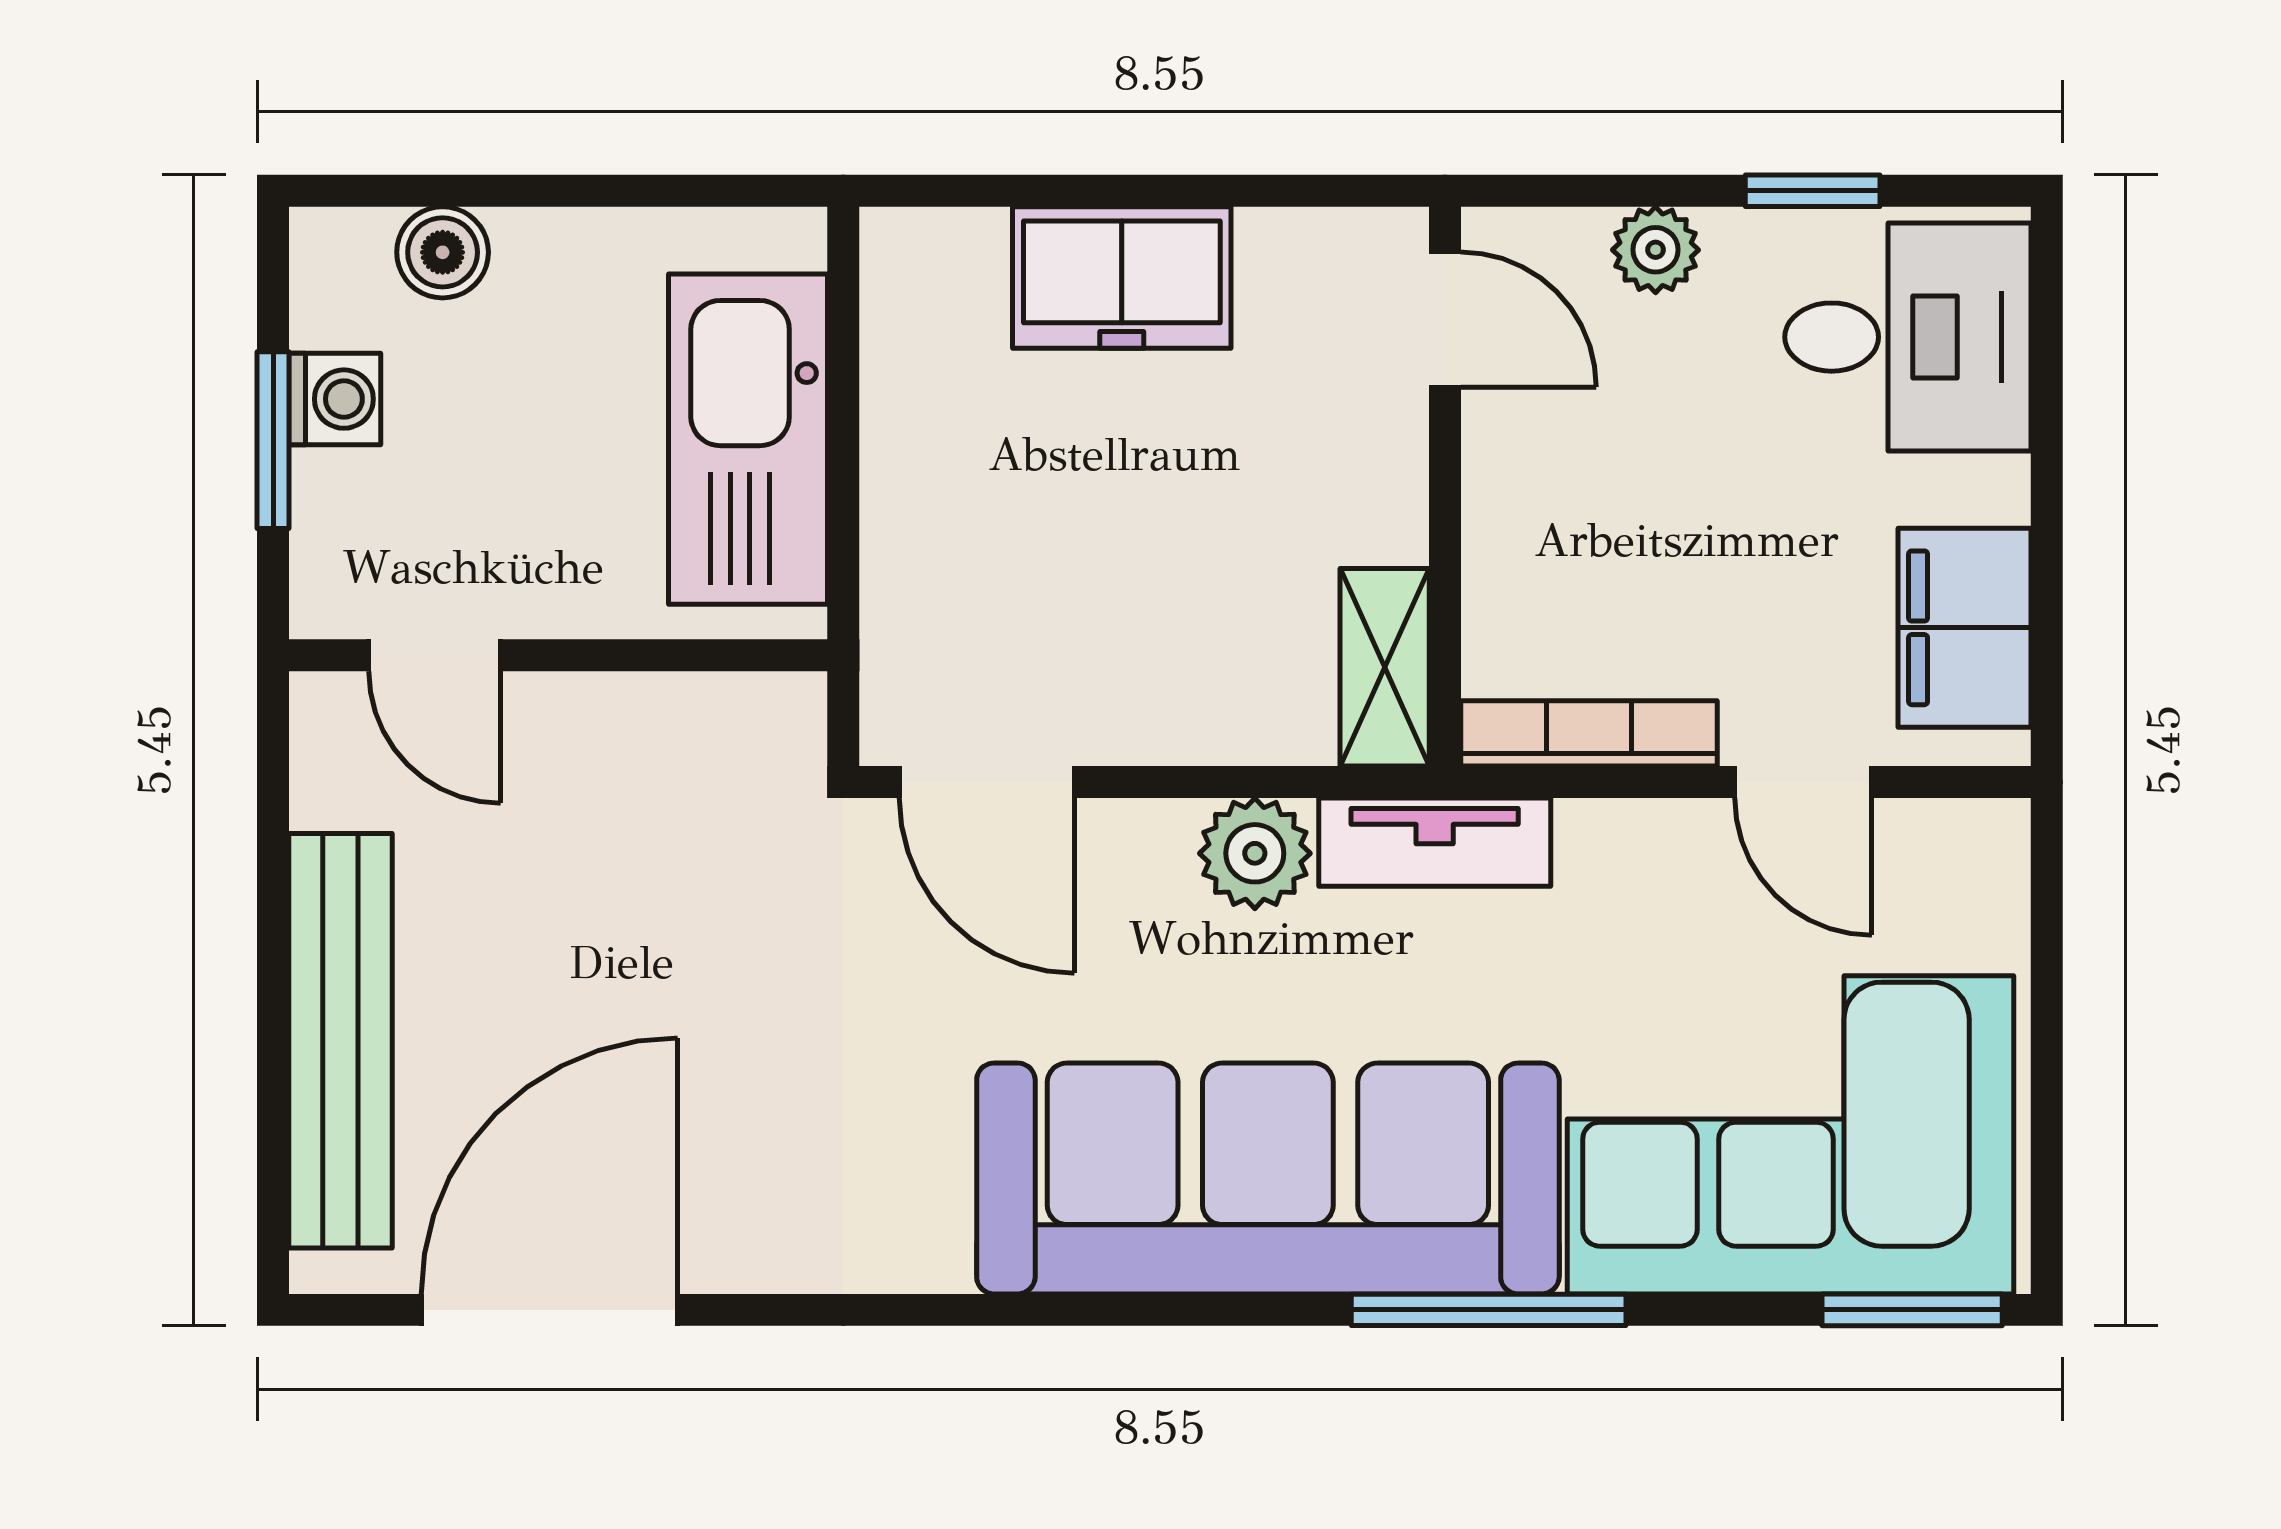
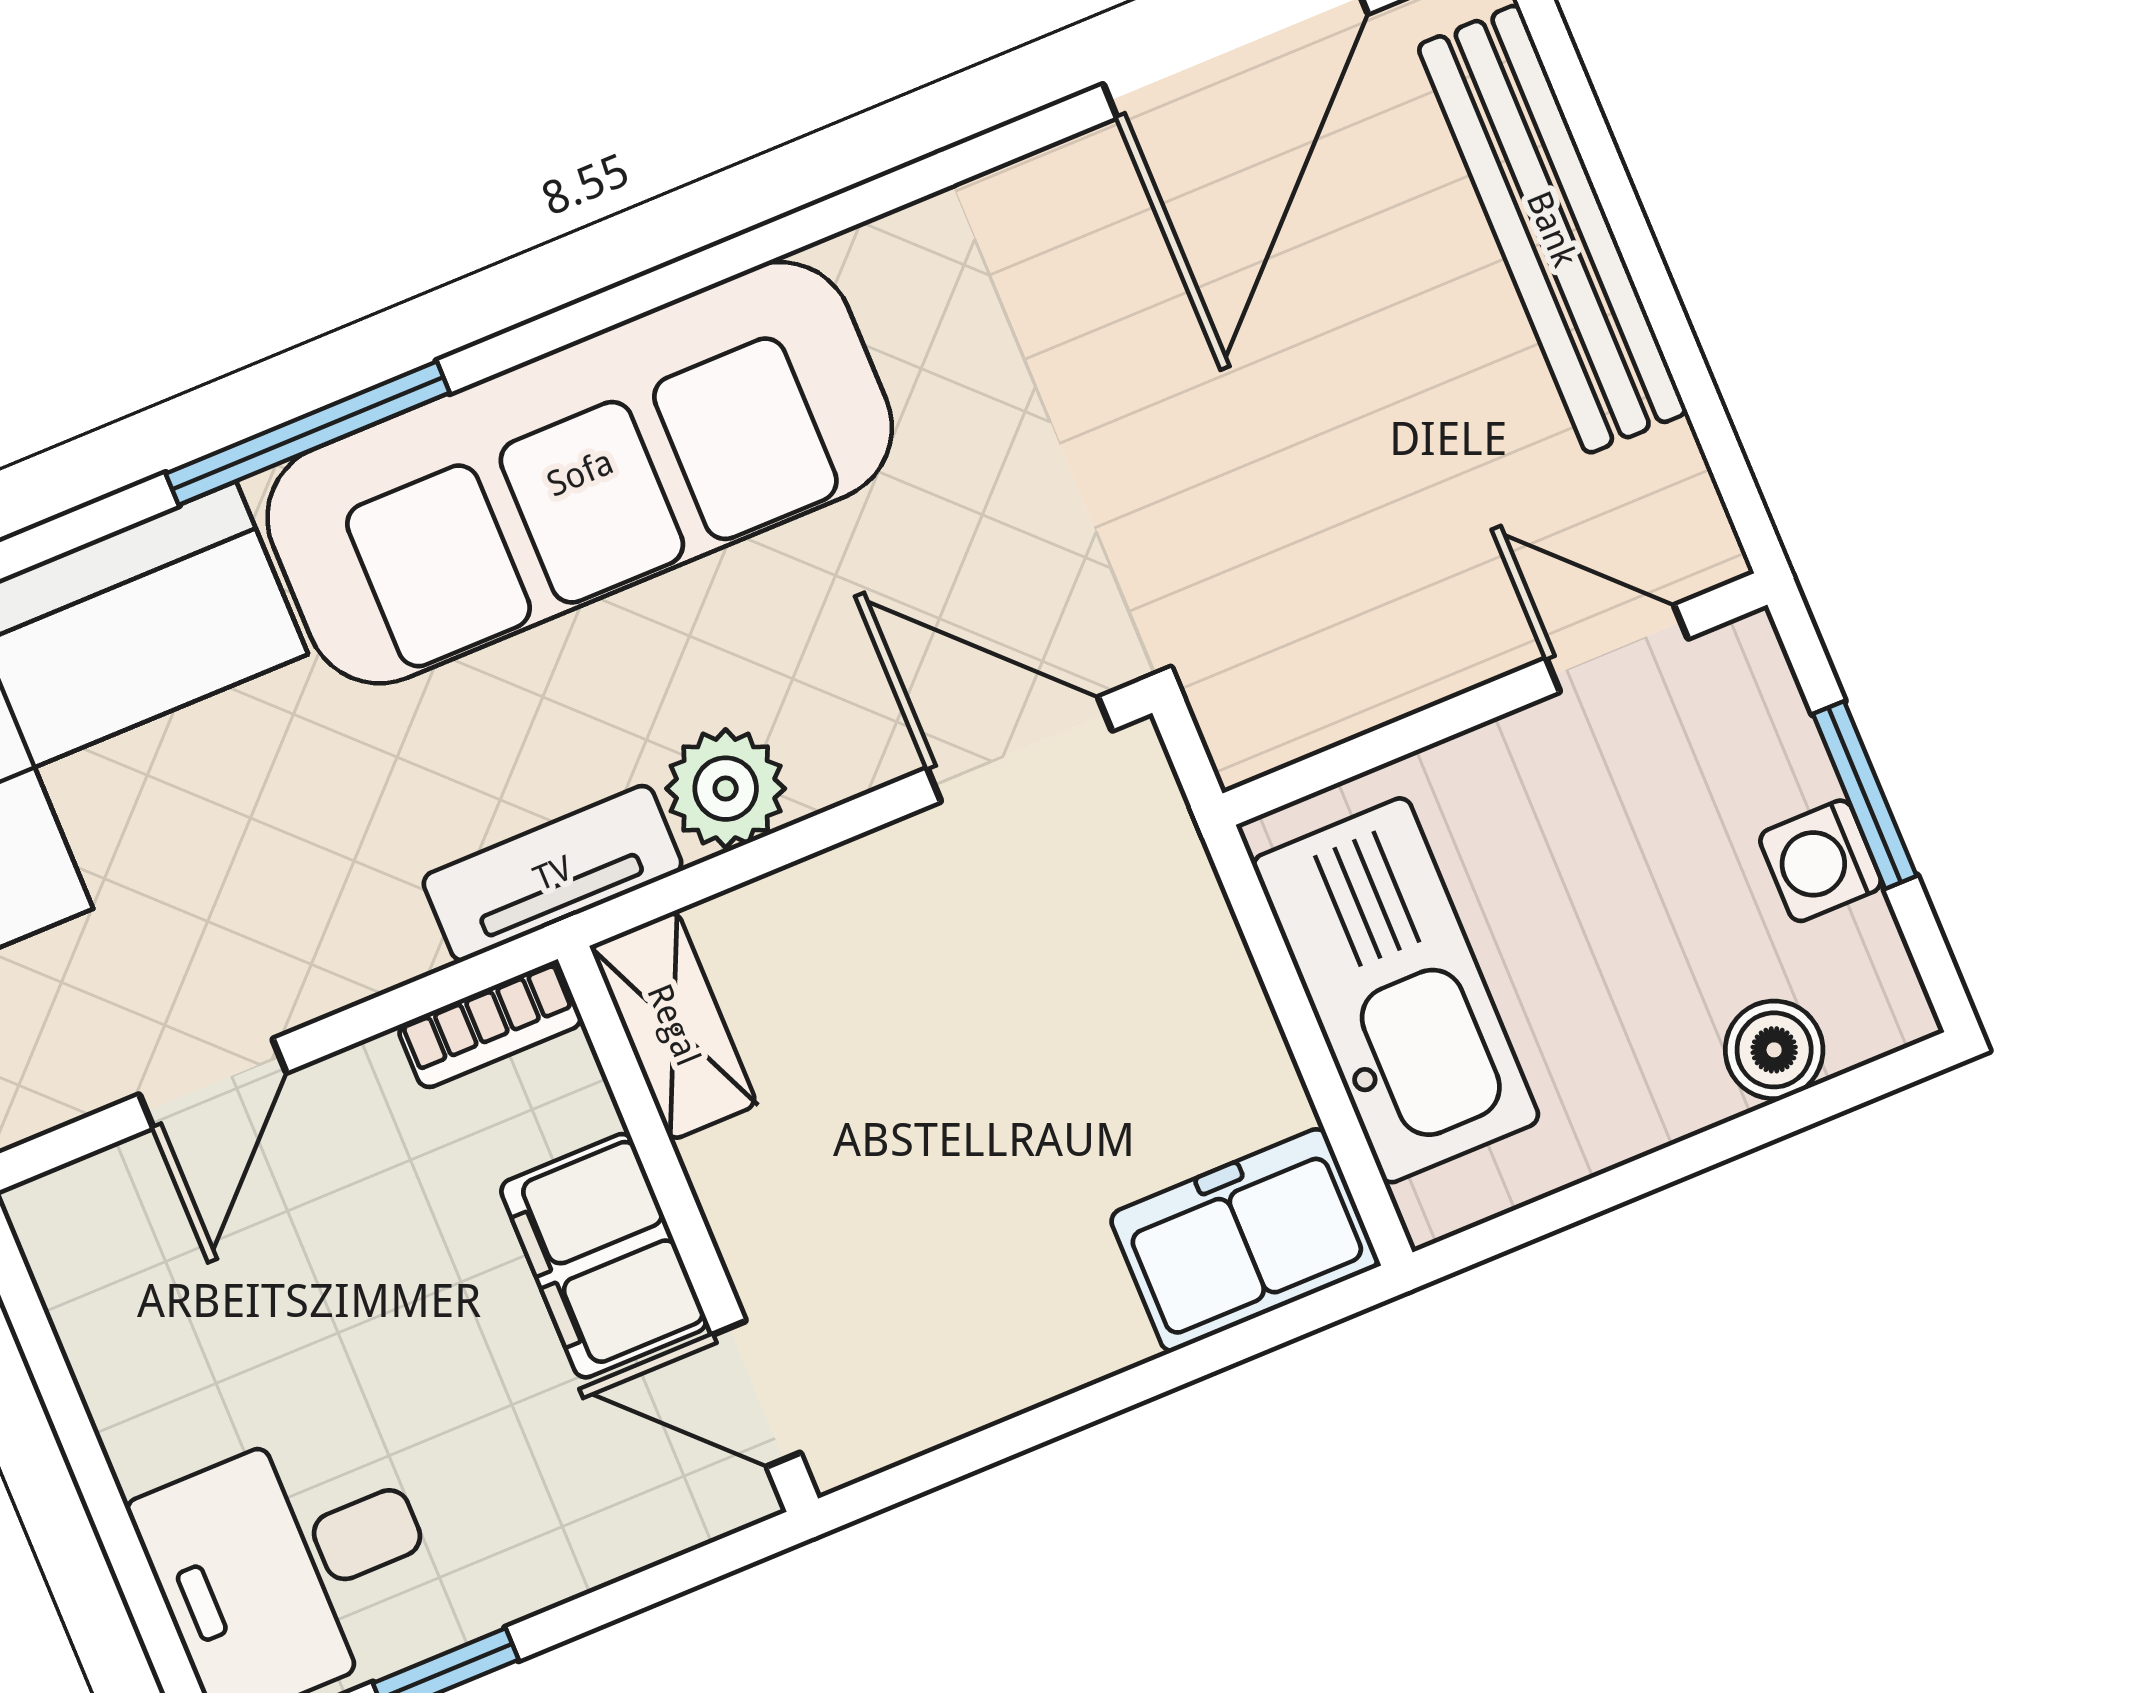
plant: (1656, 250) -> (577, 1549), removed
freezer: (1122, 278) -> (1244, 1240), moved
filing cabinet: (1965, 628) -> (604, 1256), moved, turned 180
bookcase: (1589, 733) -> (490, 1025), width x0.64
door: (1803, 782) -> (213, 1083), swing flipped

